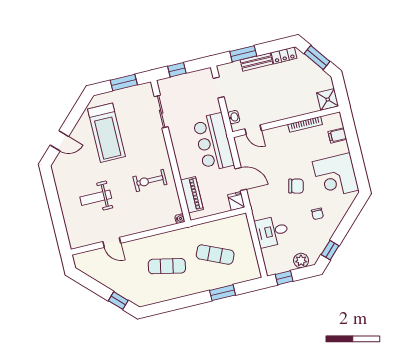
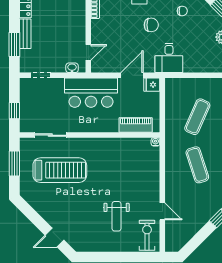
treadmill: (106, 133) -> (60, 170), moved
door: (59, 141) -> (55, 238), swing flipped
exercise bike: (150, 181) -> (147, 235), moved, turned 180
chair: (296, 186) -> (151, 25), turned 76
desk: (272, 231) -> (169, 58), moved
door: (112, 242) -> (162, 211), hinge flipped
exercise mat: (167, 266) -> (197, 165), turned -30

